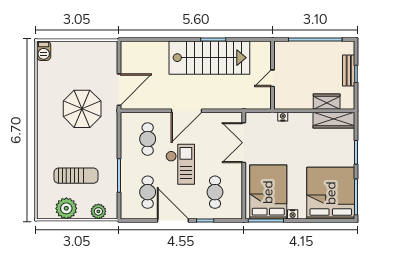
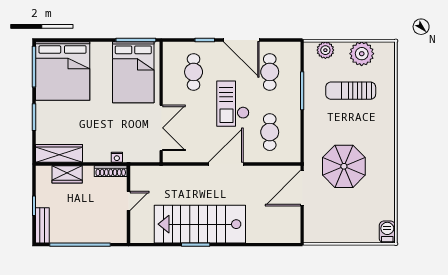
bench: (349, 70) -> (42, 225), moved
shoe rack: (288, 104) -> (111, 171), added
nightstand: (293, 214) -> (106, 47), removed

